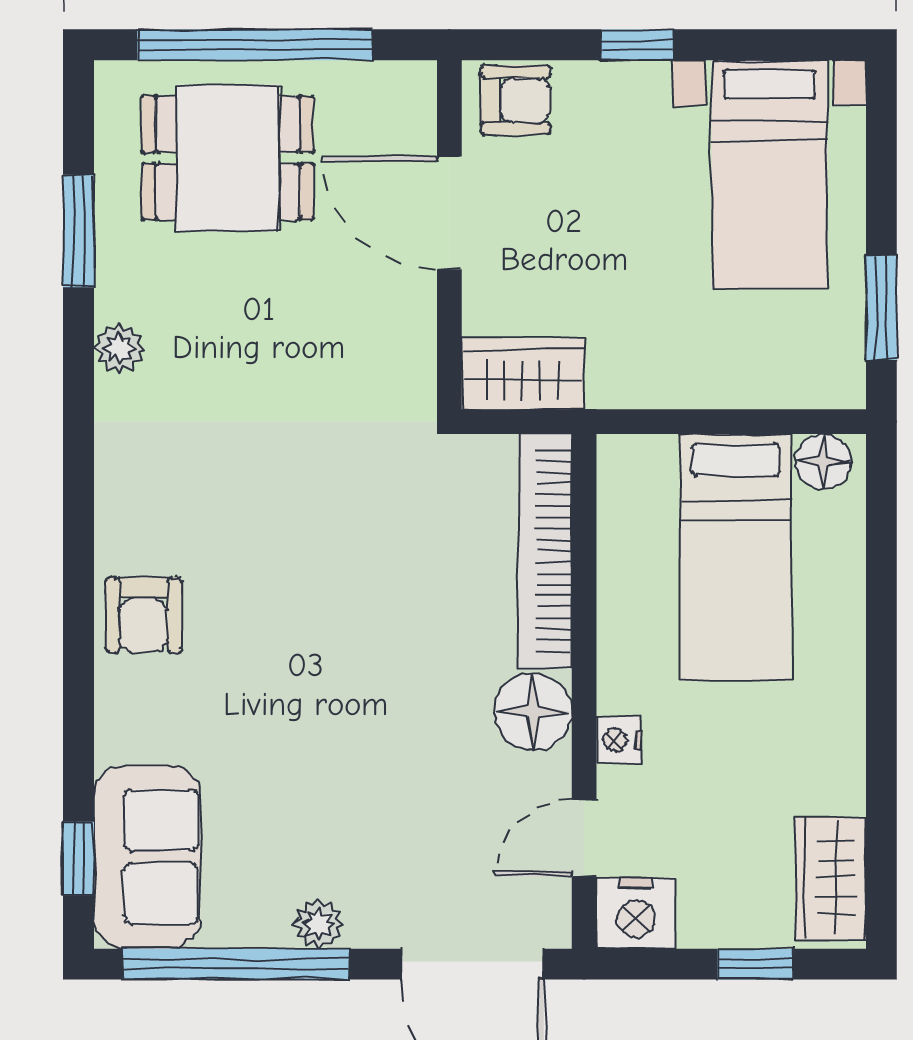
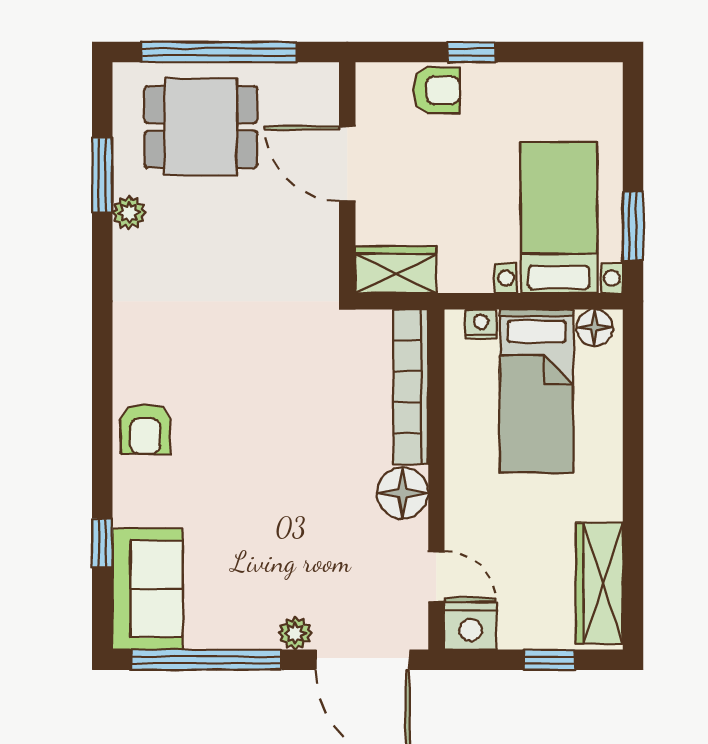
armchair: (516, 100) -> (437, 90), moved
bed with nightstands: (769, 174) -> (559, 218), moved, turned 180
plant: (119, 348) -> (129, 213), moved
nightstand: (619, 740) -> (481, 324), moved, turned 90
door: (584, 838) -> (436, 576), swing flipped
window: (79, 859) -> (102, 543), moved
wardrobe: (831, 878) -> (599, 583), width x1.50
plant: (319, 924) -> (295, 633), moved

